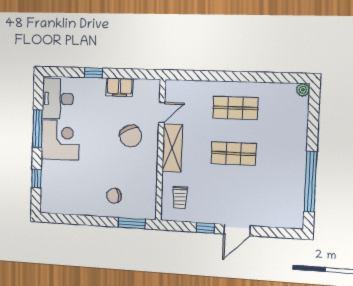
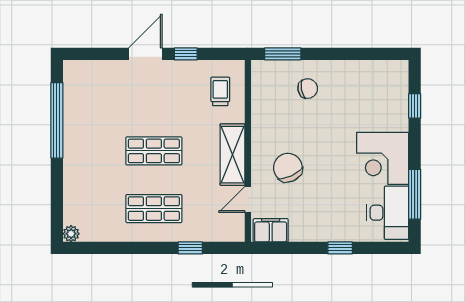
window: (208, 76) -> (190, 248), added
filing cabinet: (120, 87) -> (271, 230), moved
window: (38, 129) -> (415, 194), moved

